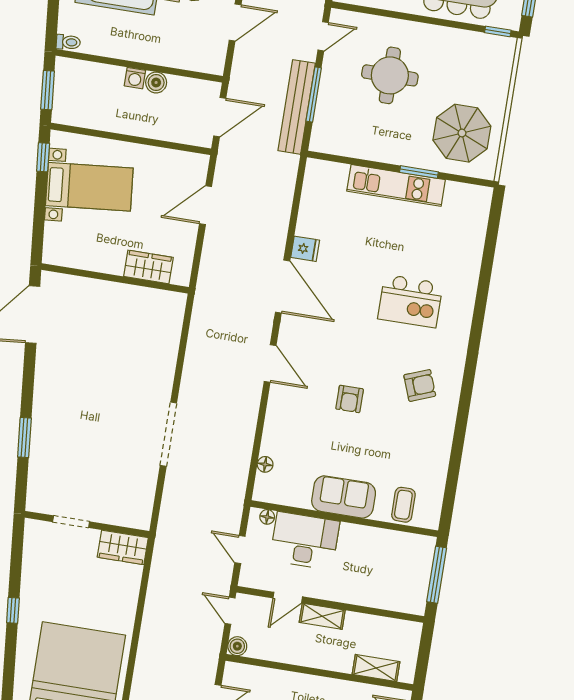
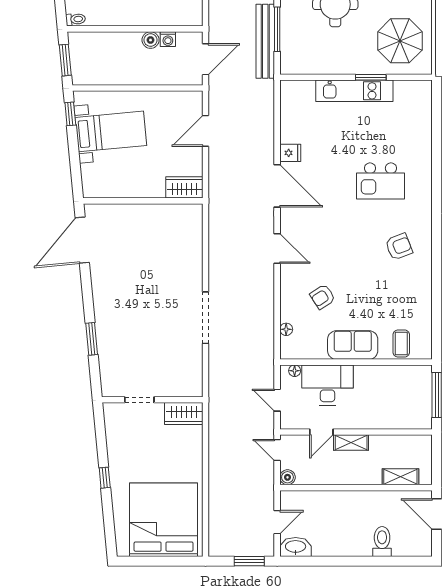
washing machine: (135, 78) -> (168, 39), moved
wardrobe: (148, 267) -> (184, 187), moved
armchair: (350, 399) -> (323, 297), moved, turned 57

